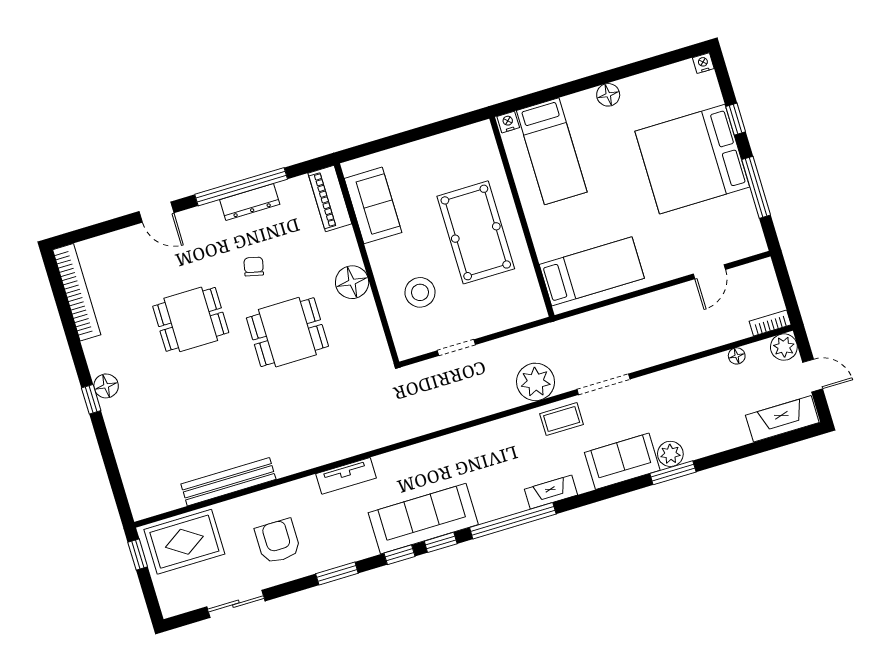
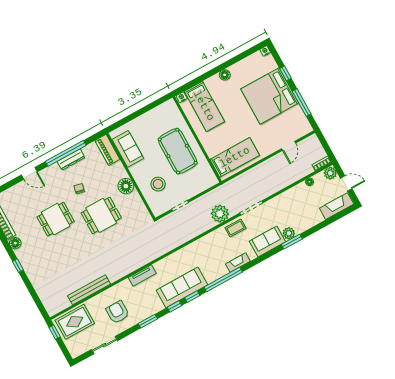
floor lamp: (106, 386) -> (15, 243), moved

